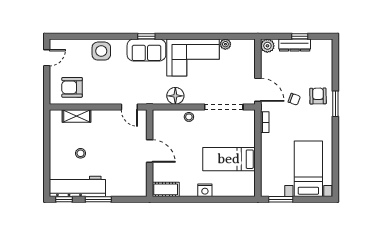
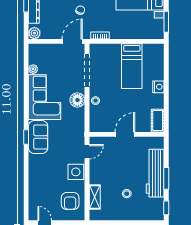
side table: (101, 51) -> (76, 172), moved
floor lamp: (175, 96) -> (77, 100), moved
workbench: (77, 186) -> (155, 173), moved

